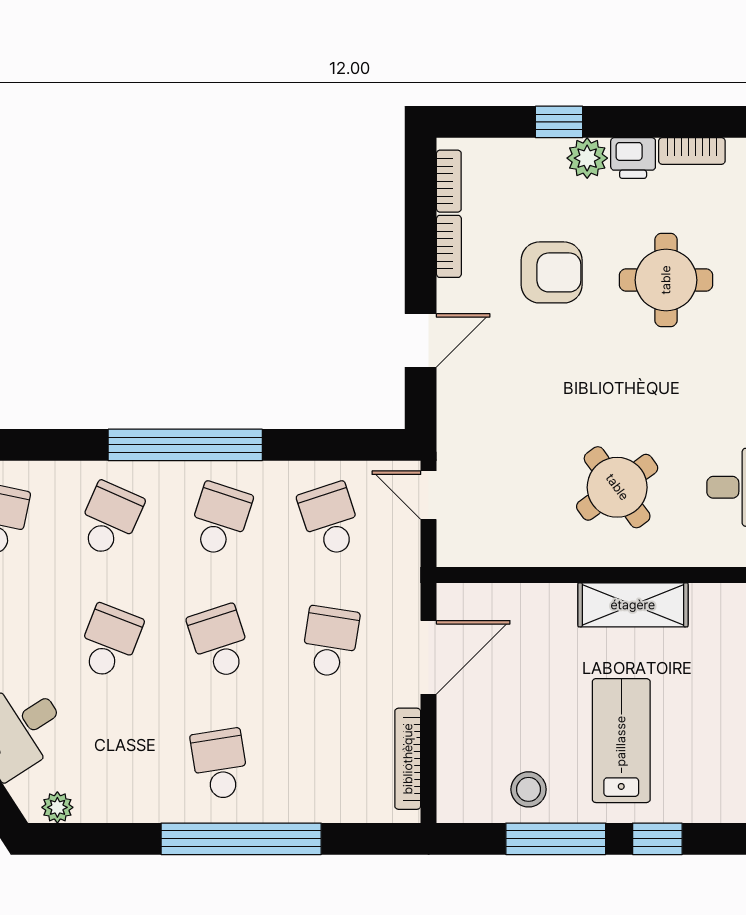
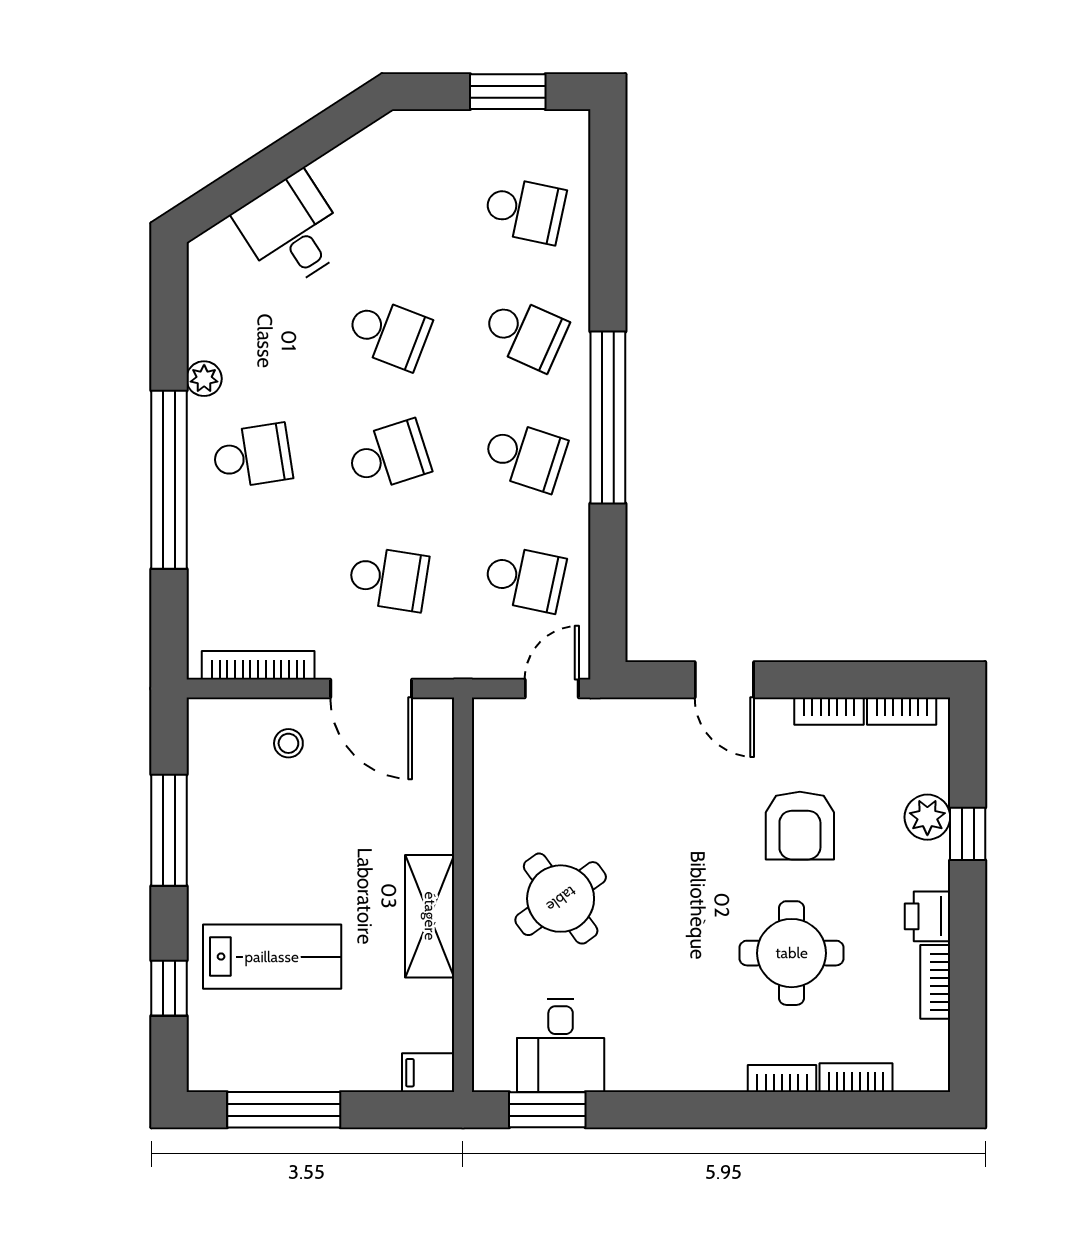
plant: (587, 158) -> (927, 817), moved
school desk: (330, 520) -> (525, 579), turned 30
lab bench: (621, 741) -> (272, 957), moved
stool: (529, 789) -> (288, 743), moved, width x0.73, depth x0.73
plant: (57, 807) -> (204, 379), moved
window: (657, 839) -> (169, 988), moved

